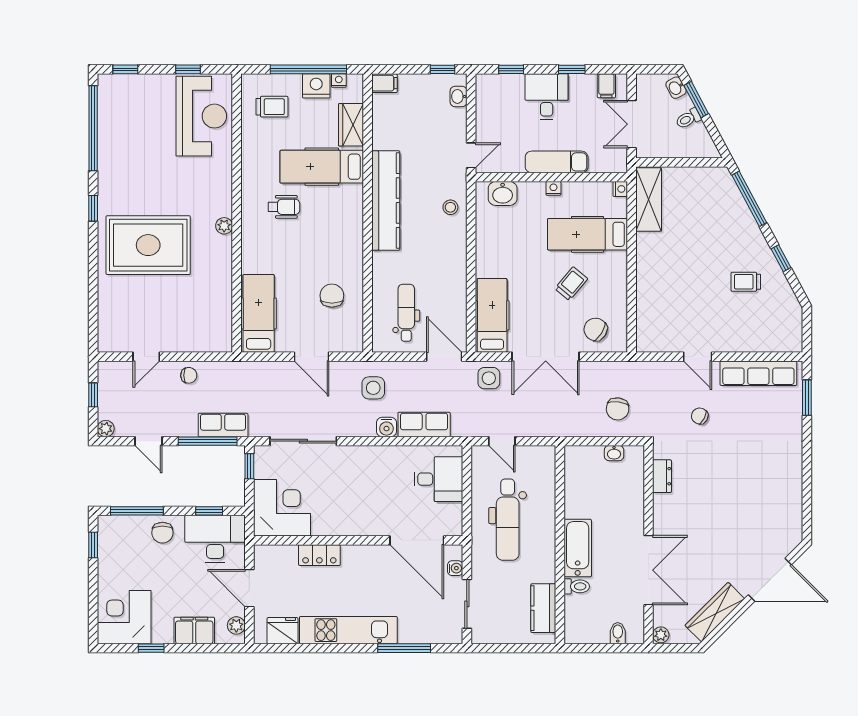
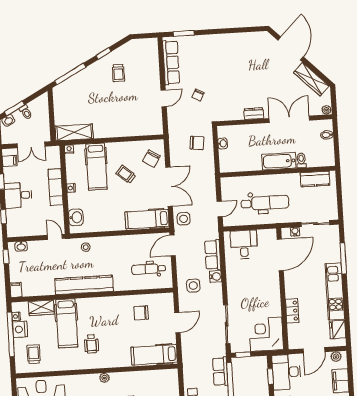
wheelchair: (284, 207) -> (91, 344), turned 180
dresser: (662, 476) -> (254, 114), moved

